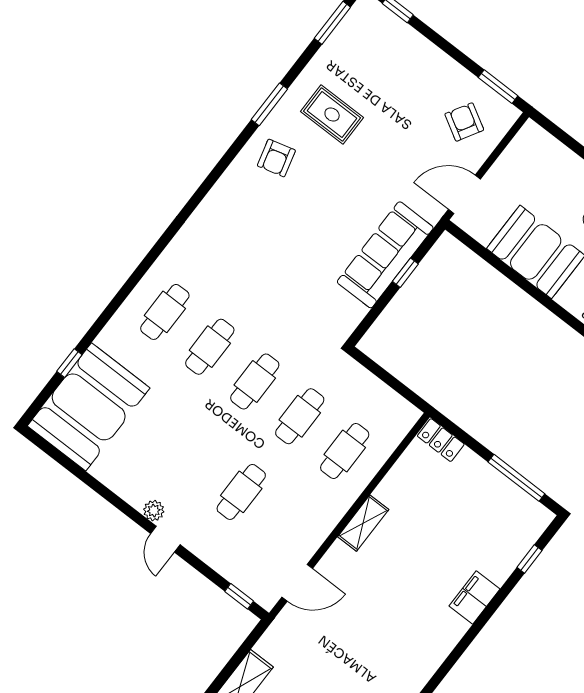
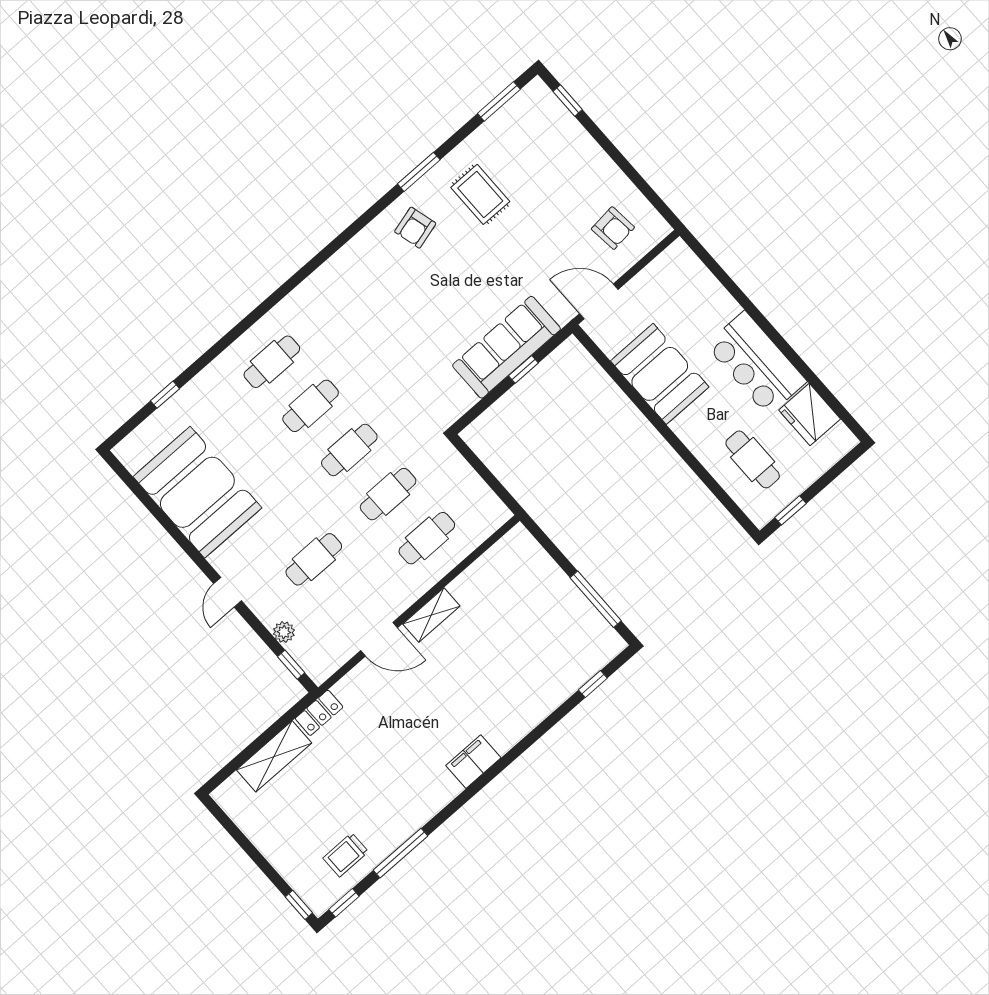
window: (498, 87) -> (654, 199), removed
armchair: (464, 122) -> (613, 228), turned 144
booth: (89, 407) -> (197, 492), moved, turned 90
locker: (441, 440) -> (319, 713), moved, turned -90
plant: (154, 511) -> (284, 632), moved
door: (297, 583) -> (379, 639), moved
filing cabinet: (474, 597) -> (473, 762), moved

